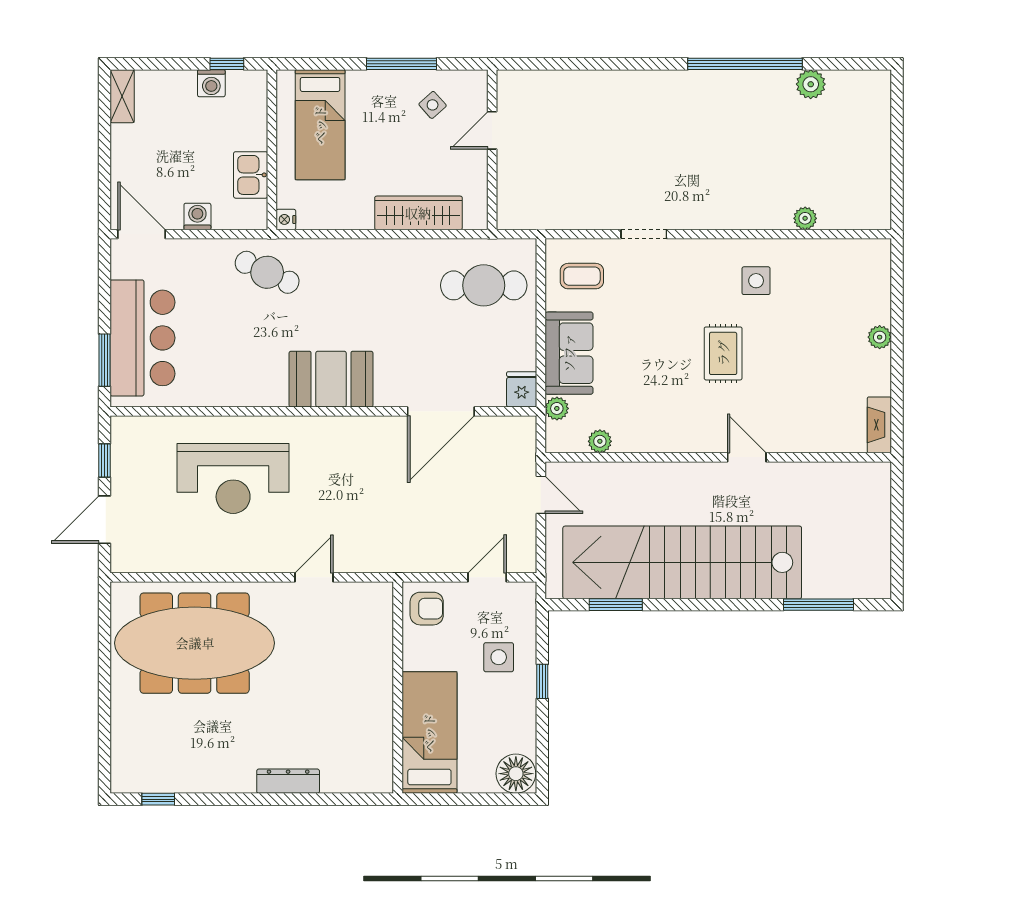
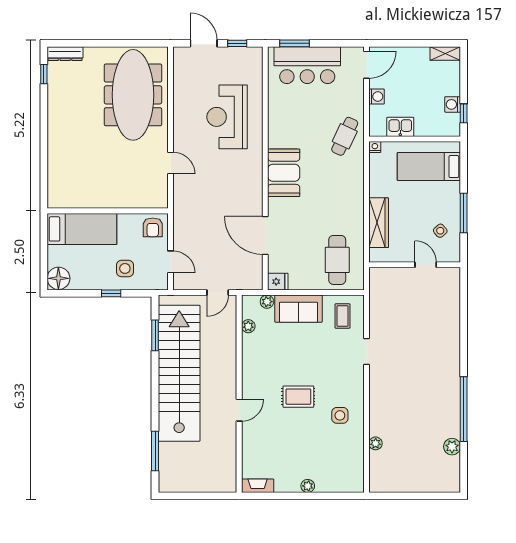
dresser: (288, 781) -> (65, 54), moved, turned 90

